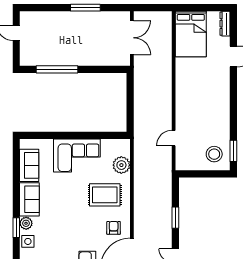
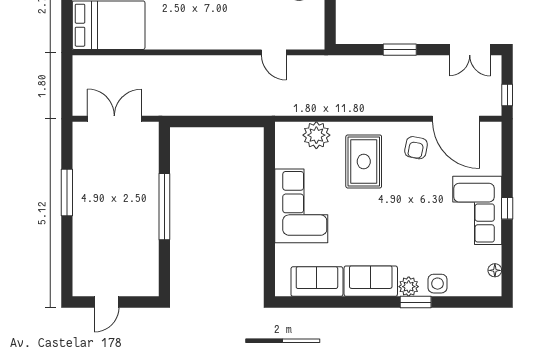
window: (57, 69) -> (164, 207), moved
armchair: (114, 228) -> (416, 148), turned -79

